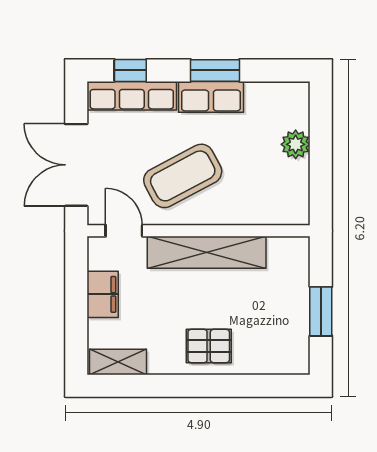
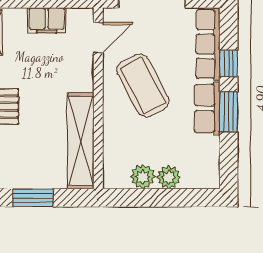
window: (130, 70) -> (229, 63), moved
plant: (295, 176) -> (143, 177), added
shelving: (207, 252) -> (81, 141), moved

